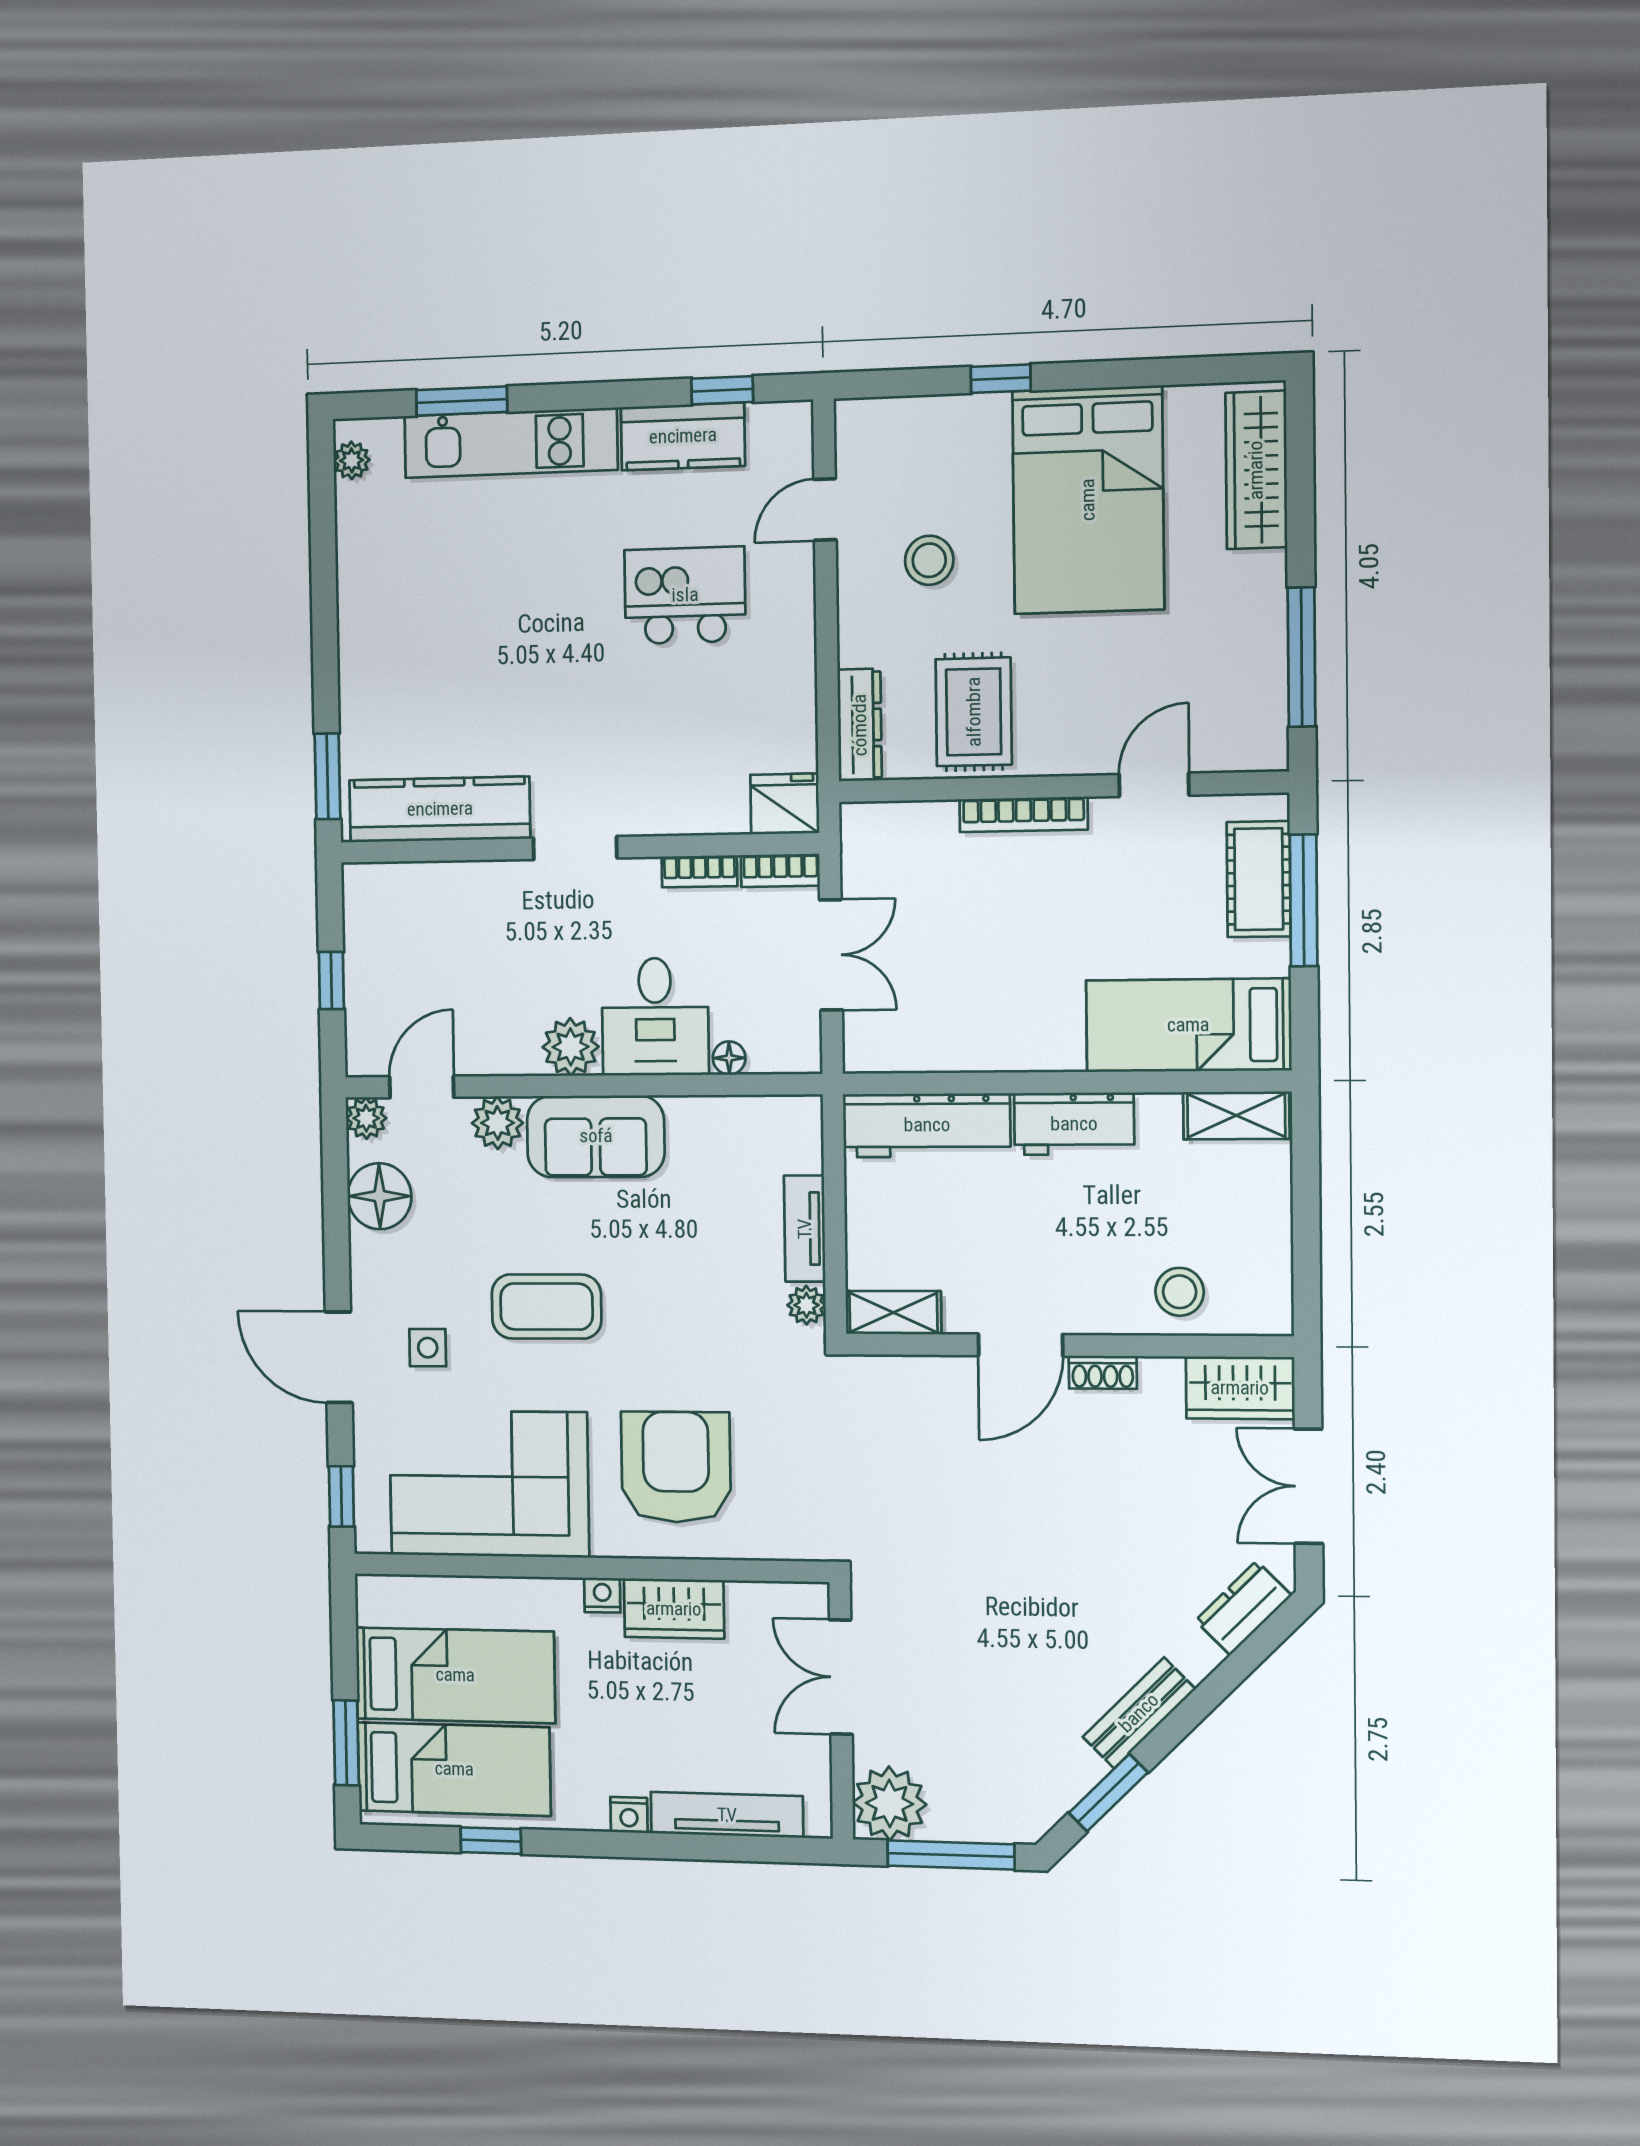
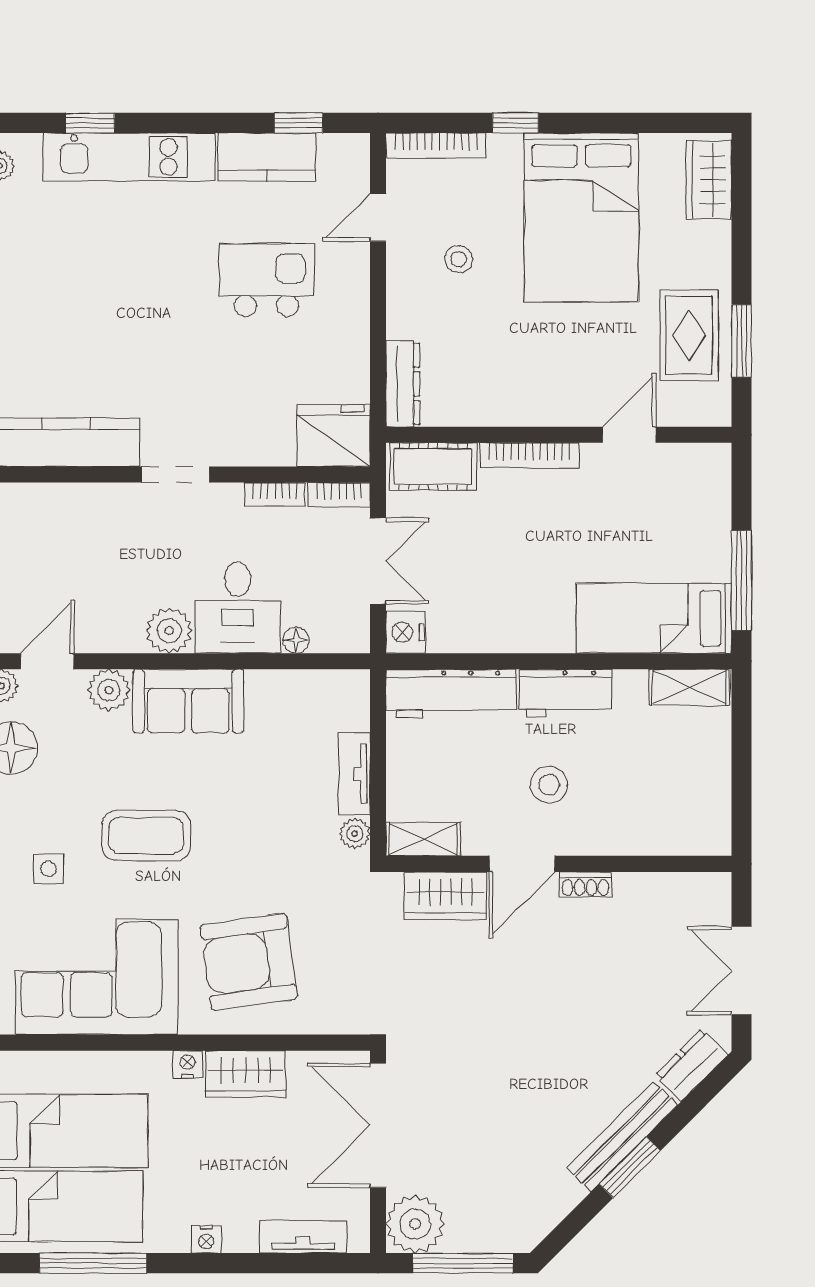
window: (462, 401) -> (90, 123), width x0.67
bookcase: (898, 413) -> (436, 146), added
wardrobe: (1256, 470) -> (709, 180), width x0.67
stool: (929, 560) -> (459, 259), width x0.73, depth x0.73
window: (1302, 657) -> (742, 341), width x0.69
rug: (974, 712) -> (689, 335), moved
fridge: (785, 804) -> (333, 436), width x1.36, depth x1.34
cot: (1259, 879) -> (433, 466), moved, turned 90
window: (1304, 900) -> (742, 580), moved
nightstand: (867, 1046) -> (405, 632), added
stool: (1180, 1292) -> (549, 785), moved
wardrobe: (1240, 1388) -> (446, 896), moved
armchair: (676, 1467) -> (249, 962), turned -98
double door: (841, 1677) -> (378, 1125), width x1.37
bench: (1139, 1713) -> (622, 1136), width x1.36
window: (1108, 1793) -> (630, 1167), moved
tv unit: (727, 1815) -> (303, 1237), width x0.71
window: (491, 1841) -> (93, 1263), width x2.17

